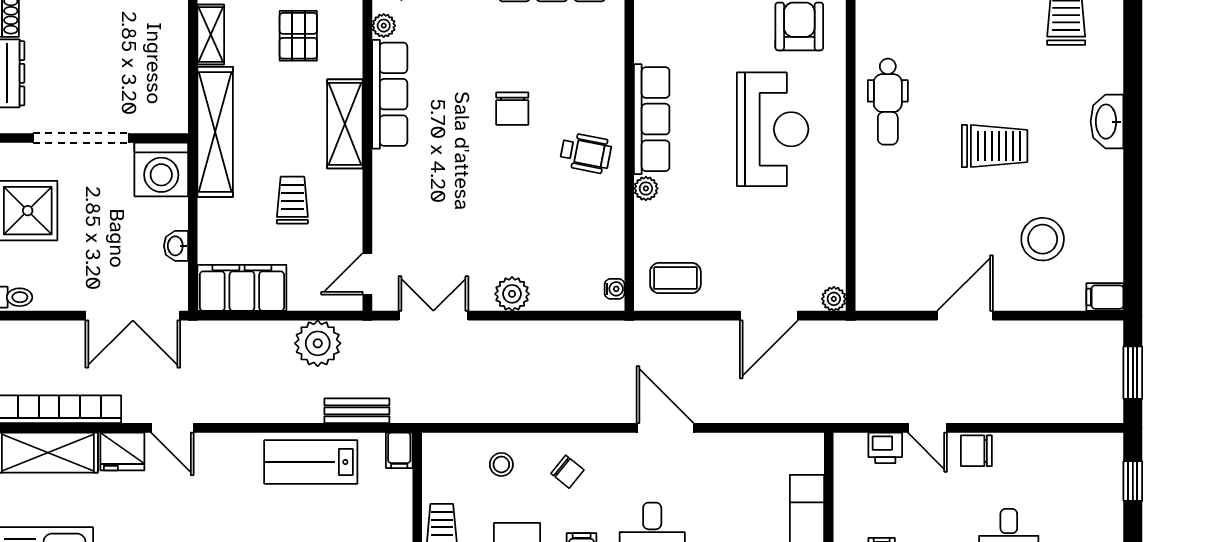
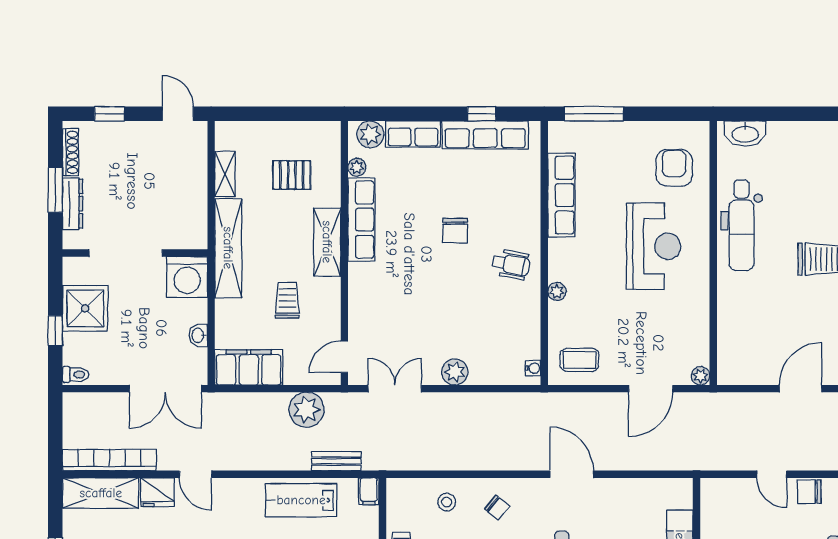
pallet: (298, 36) -> (292, 175), turned 90
dental chair: (888, 102) -> (742, 225), width x1.36, depth x1.38
row of seats: (652, 119) -> (561, 195), moved
printer: (885, 448) -> (740, 489), removed

